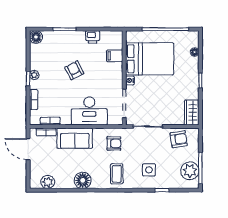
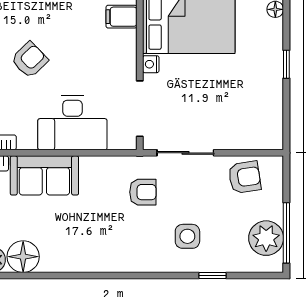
armchair: (74, 70) -> (30, 60), moved, turned 73
wardrobe: (192, 113) -> (270, 126), removed
armchair: (114, 143) -> (143, 192), moved
coffee table: (117, 174) -> (125, 244), removed
floor lamp: (83, 180) -> (23, 257), moved

